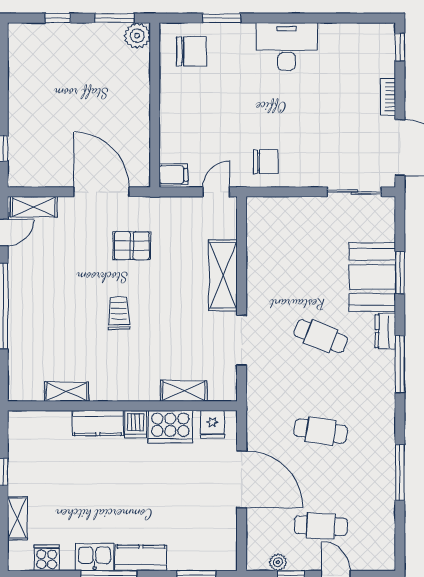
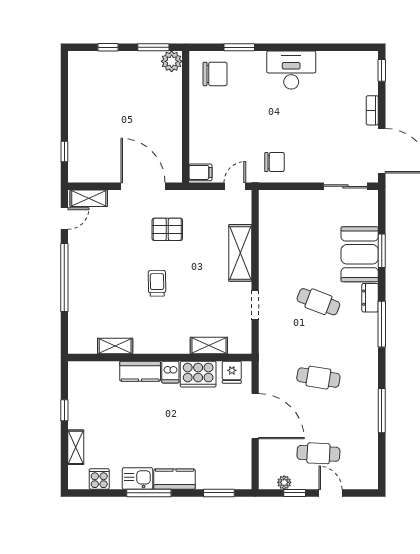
doorway: (242, 340) -> (255, 305), width x0.73

